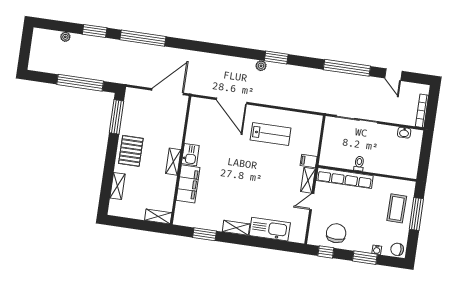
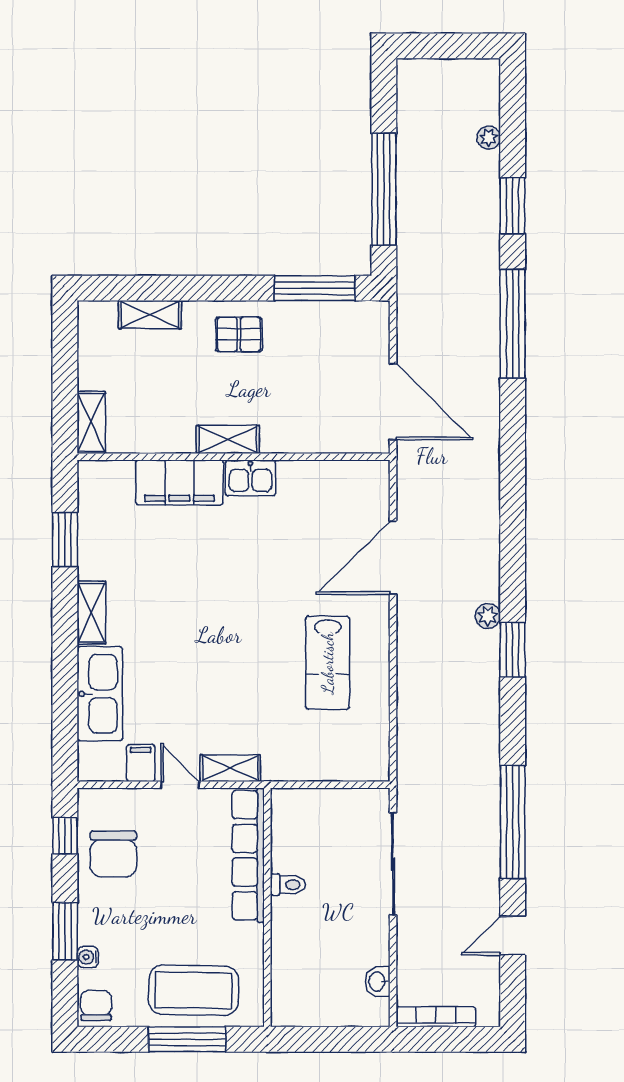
pallet: (131, 151) -> (239, 334), width x0.67, depth x0.71
filing cabinet: (309, 161) -> (141, 763), moved
coffee table: (397, 208) -> (194, 990), width x1.36, depth x1.32
chair: (336, 233) -> (113, 854), turned 90

